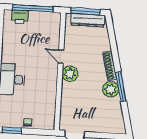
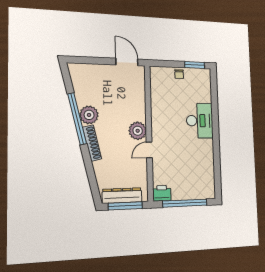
printer: (20, 17) -> (162, 193), moved
door: (61, 57) -> (149, 150), swing flipped
window: (121, 87) -> (77, 119), width x1.46

